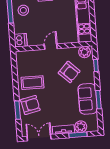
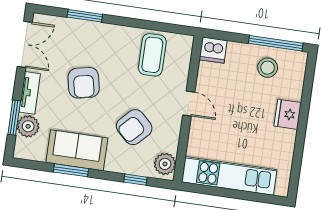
coffee table: (32, 83) -> (152, 55), moved
armchair: (30, 105) -> (84, 83), moved

